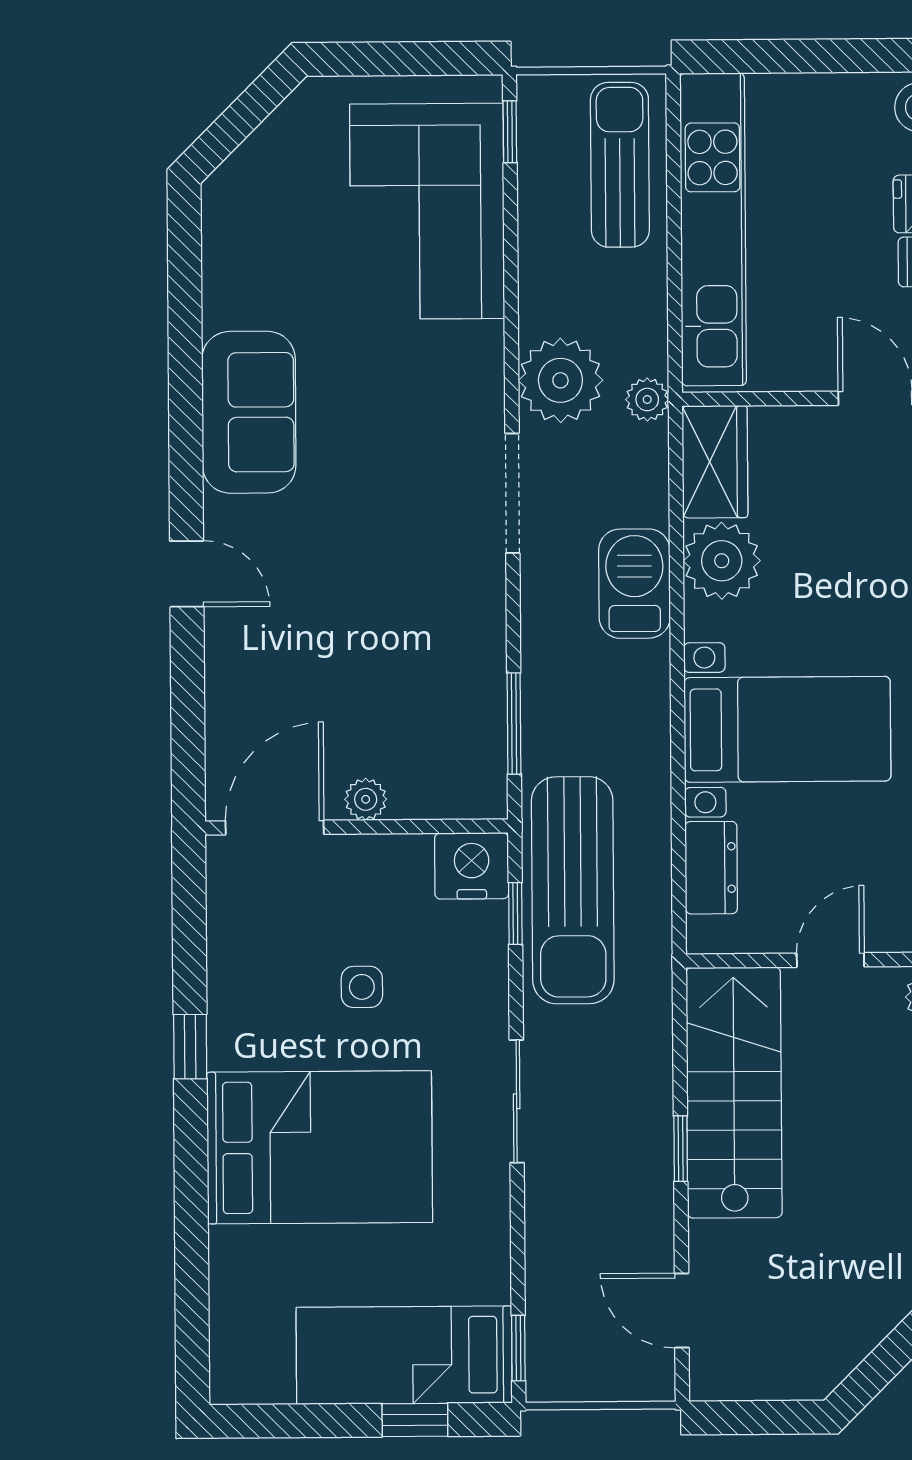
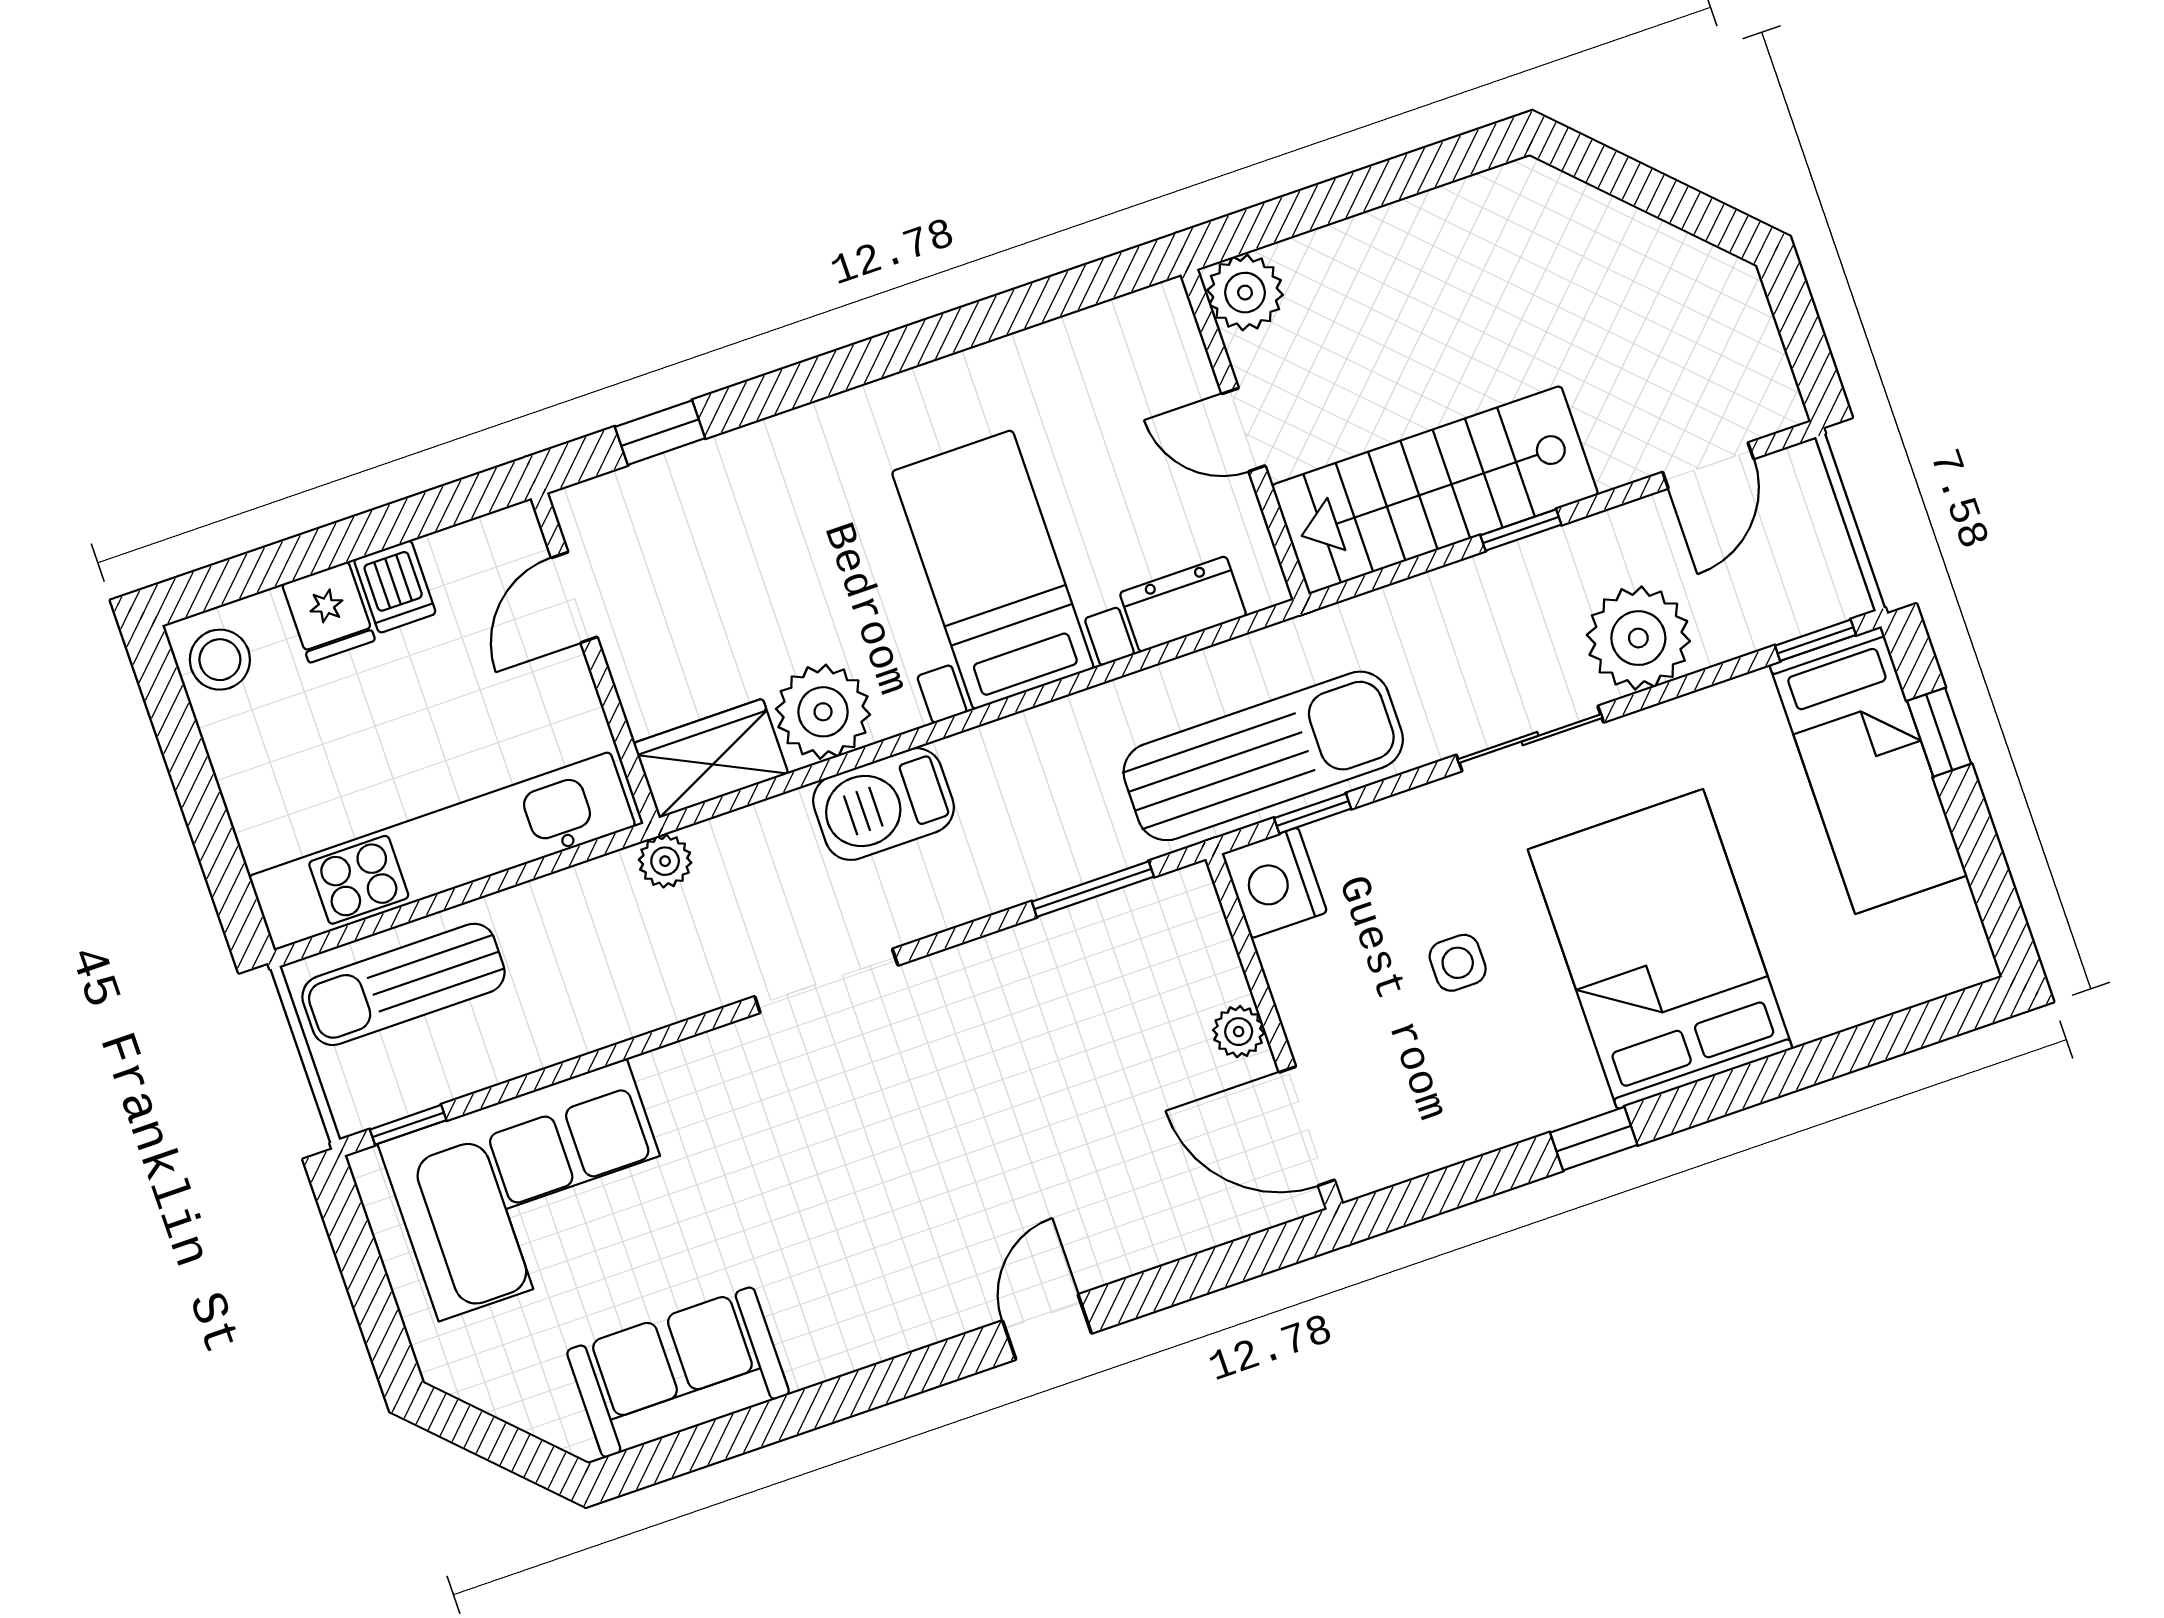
plant: (560, 380) -> (1638, 638), moved
sofa: (249, 412) -> (678, 1372), moved

